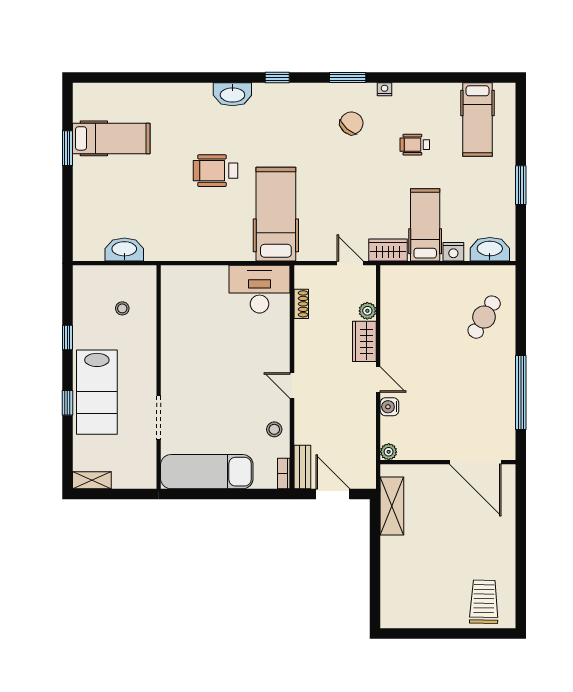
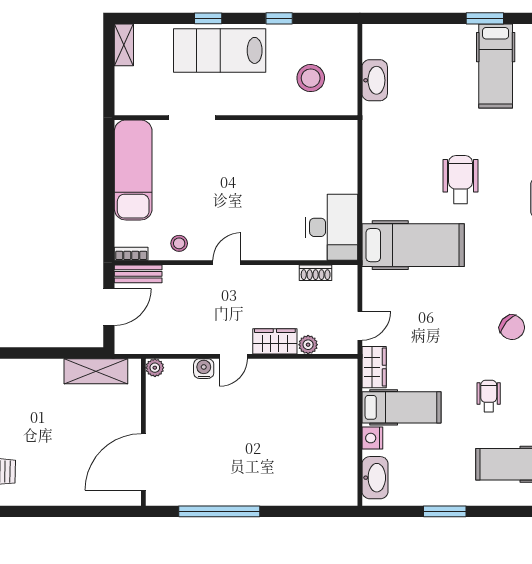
stool: (122, 308) -> (311, 78), width x1.89, depth x1.89
cafe table: (484, 317) -> (301, 471), removed

